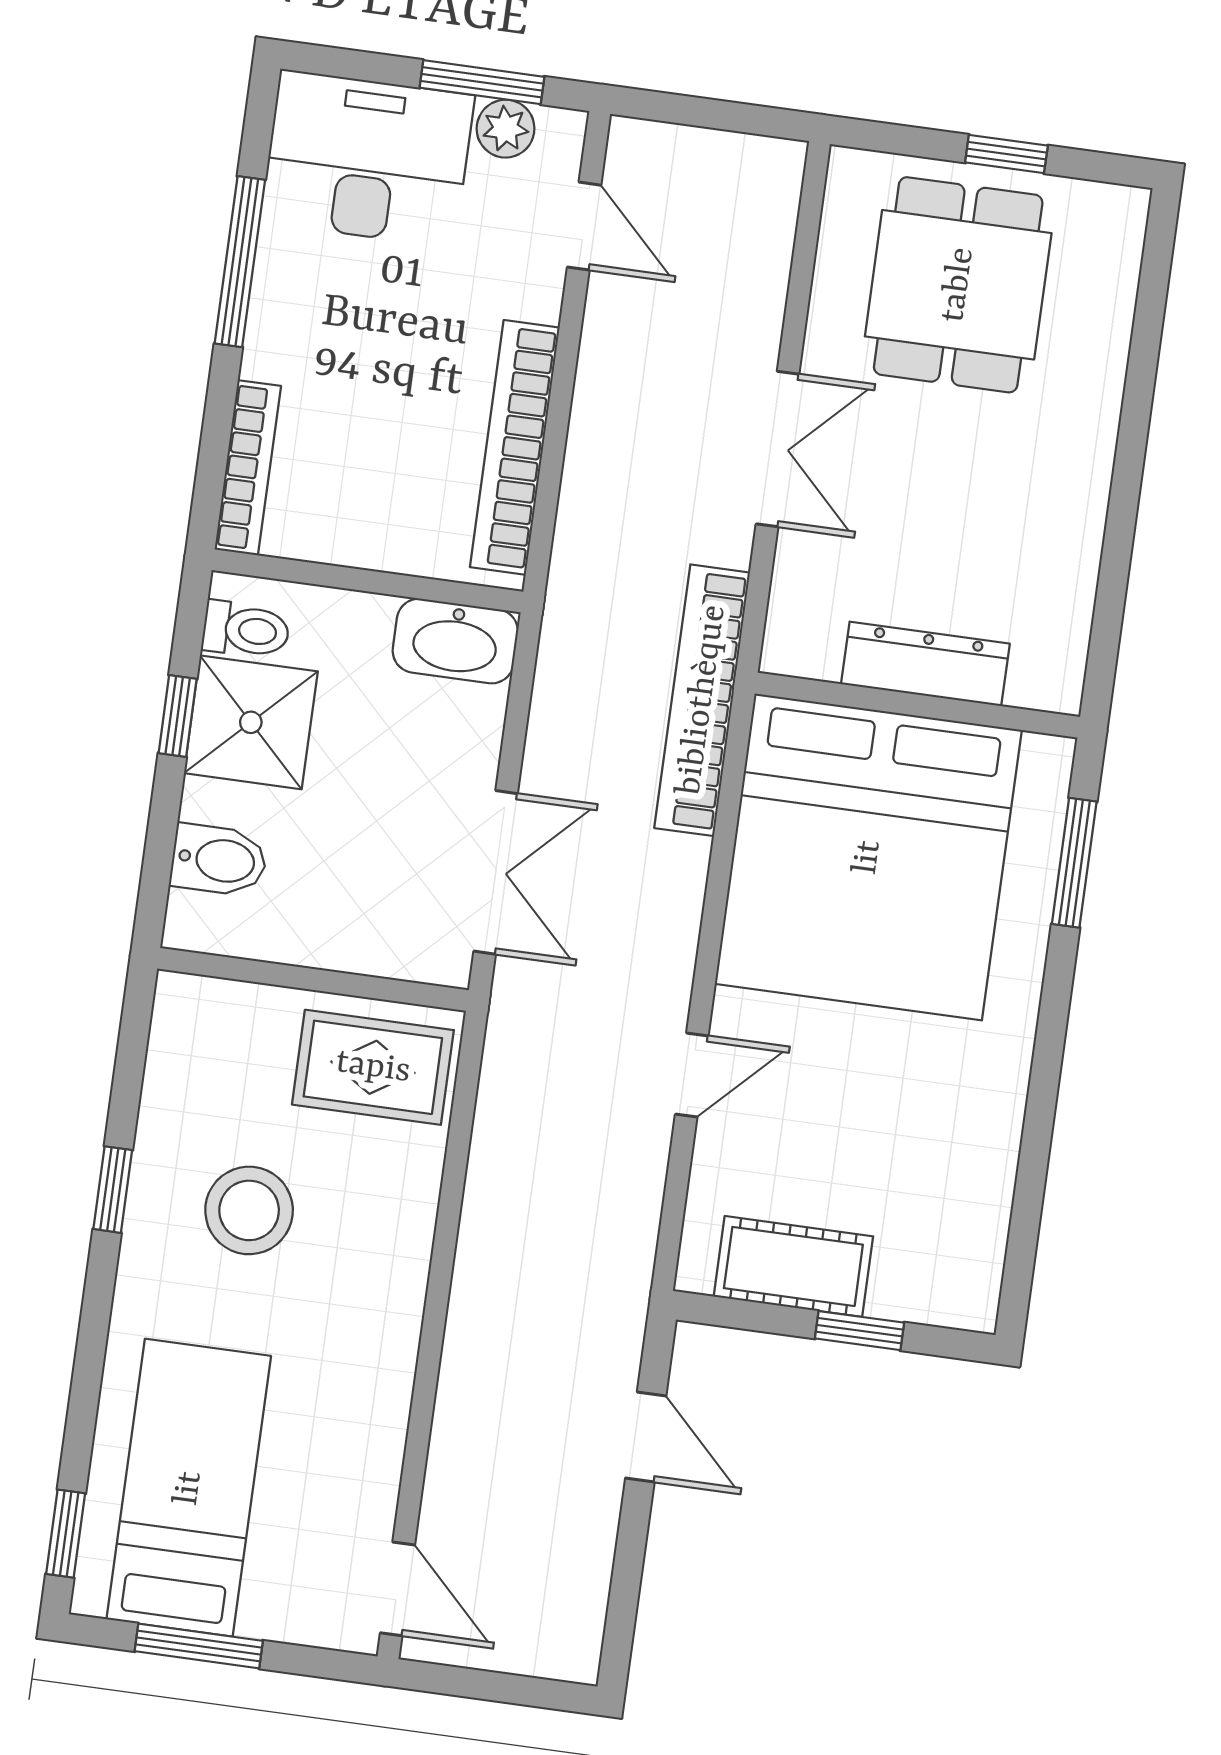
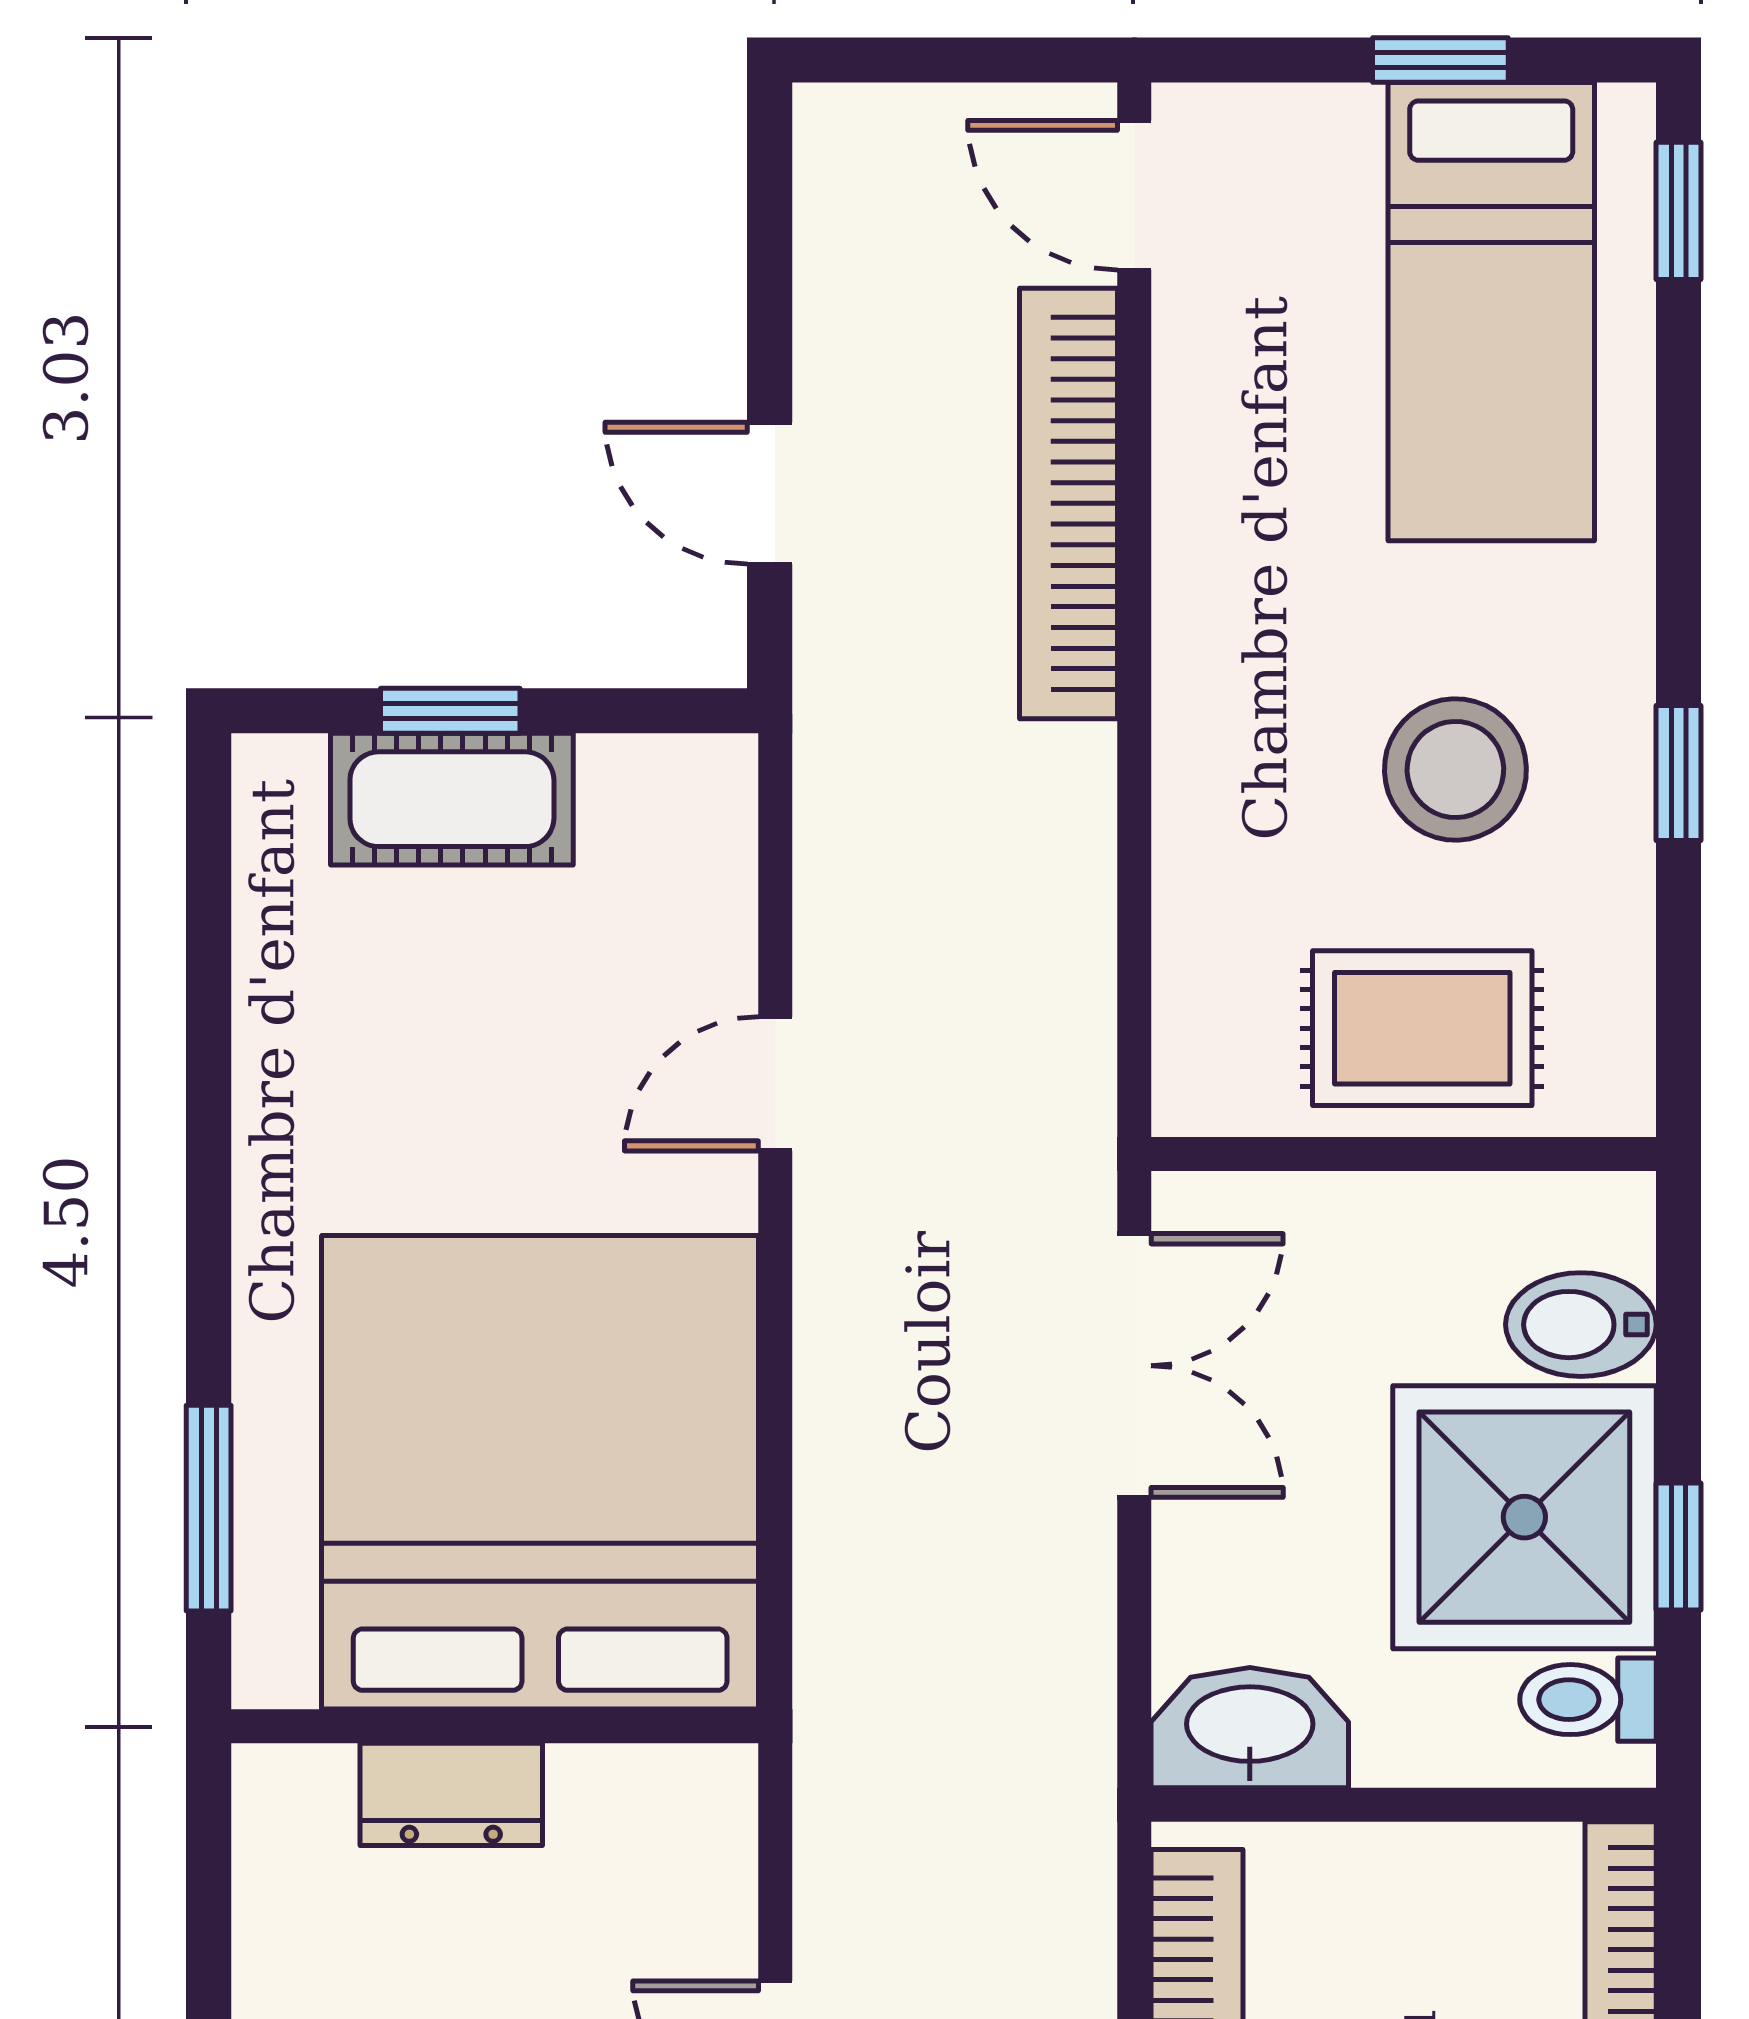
dresser: (925, 664) -> (451, 1794), width x0.70
bookcase: (702, 700) -> (1069, 503), moved, turned 180
shower: (251, 722) -> (1524, 1517), width x1.37, depth x1.37
double door: (496, 872) -> (1134, 1366), swing flipped
rug: (373, 1067) -> (1422, 1028), moved
cot: (793, 1266) -> (452, 799), moved
window: (199, 1646) -> (1440, 60), width x0.67

